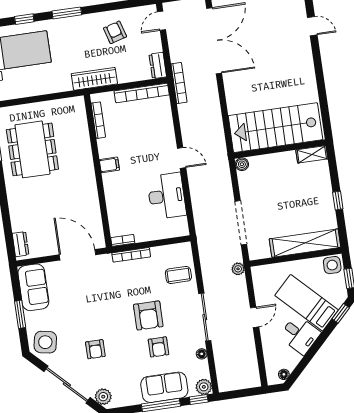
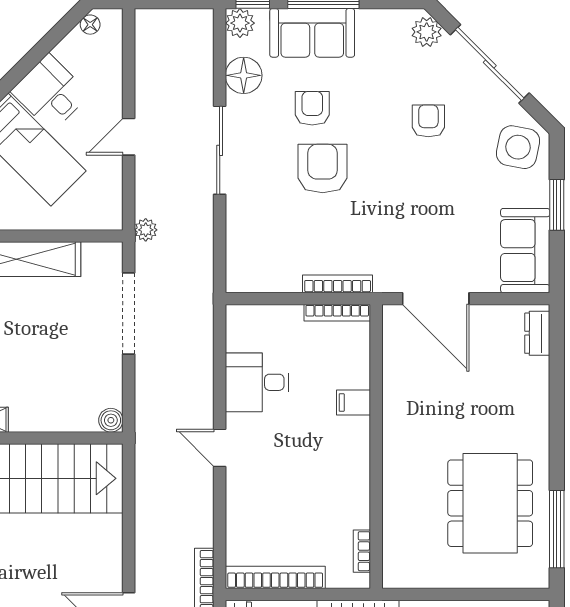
bookcase: (98, 120) -> (362, 551), width x0.64
filing cabinet: (109, 165) -> (353, 402), moved
desk: (167, 196) -> (257, 382), width x0.73
bookcase: (123, 240) -> (337, 313), width x1.56
coffee table: (178, 275) -> (257, 235), removed
floor lamp: (202, 354) -> (244, 75), width x1.89, depth x1.89

